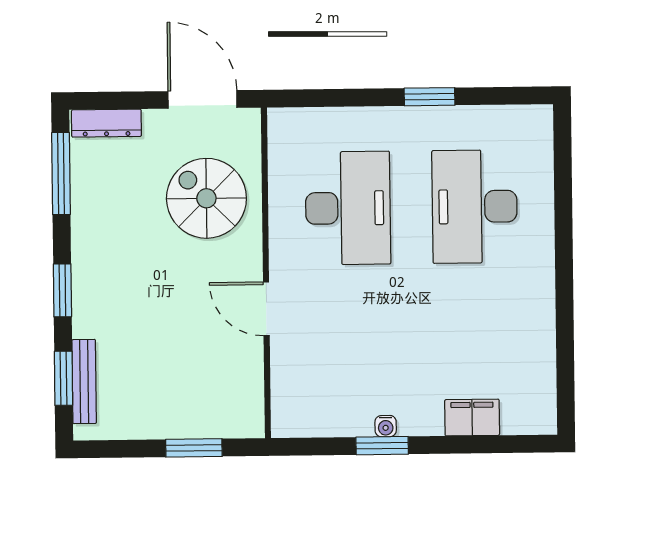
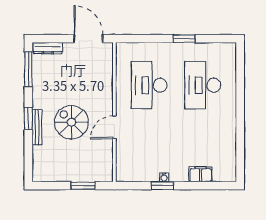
spiral stairs: (206, 198) -> (71, 122), moved
desk: (348, 208) -> (149, 85), turned 180
door: (266, 309) -> (114, 127), hinge flipped
window: (64, 378) -> (28, 156), removed
bench: (84, 381) -> (37, 127), moved

